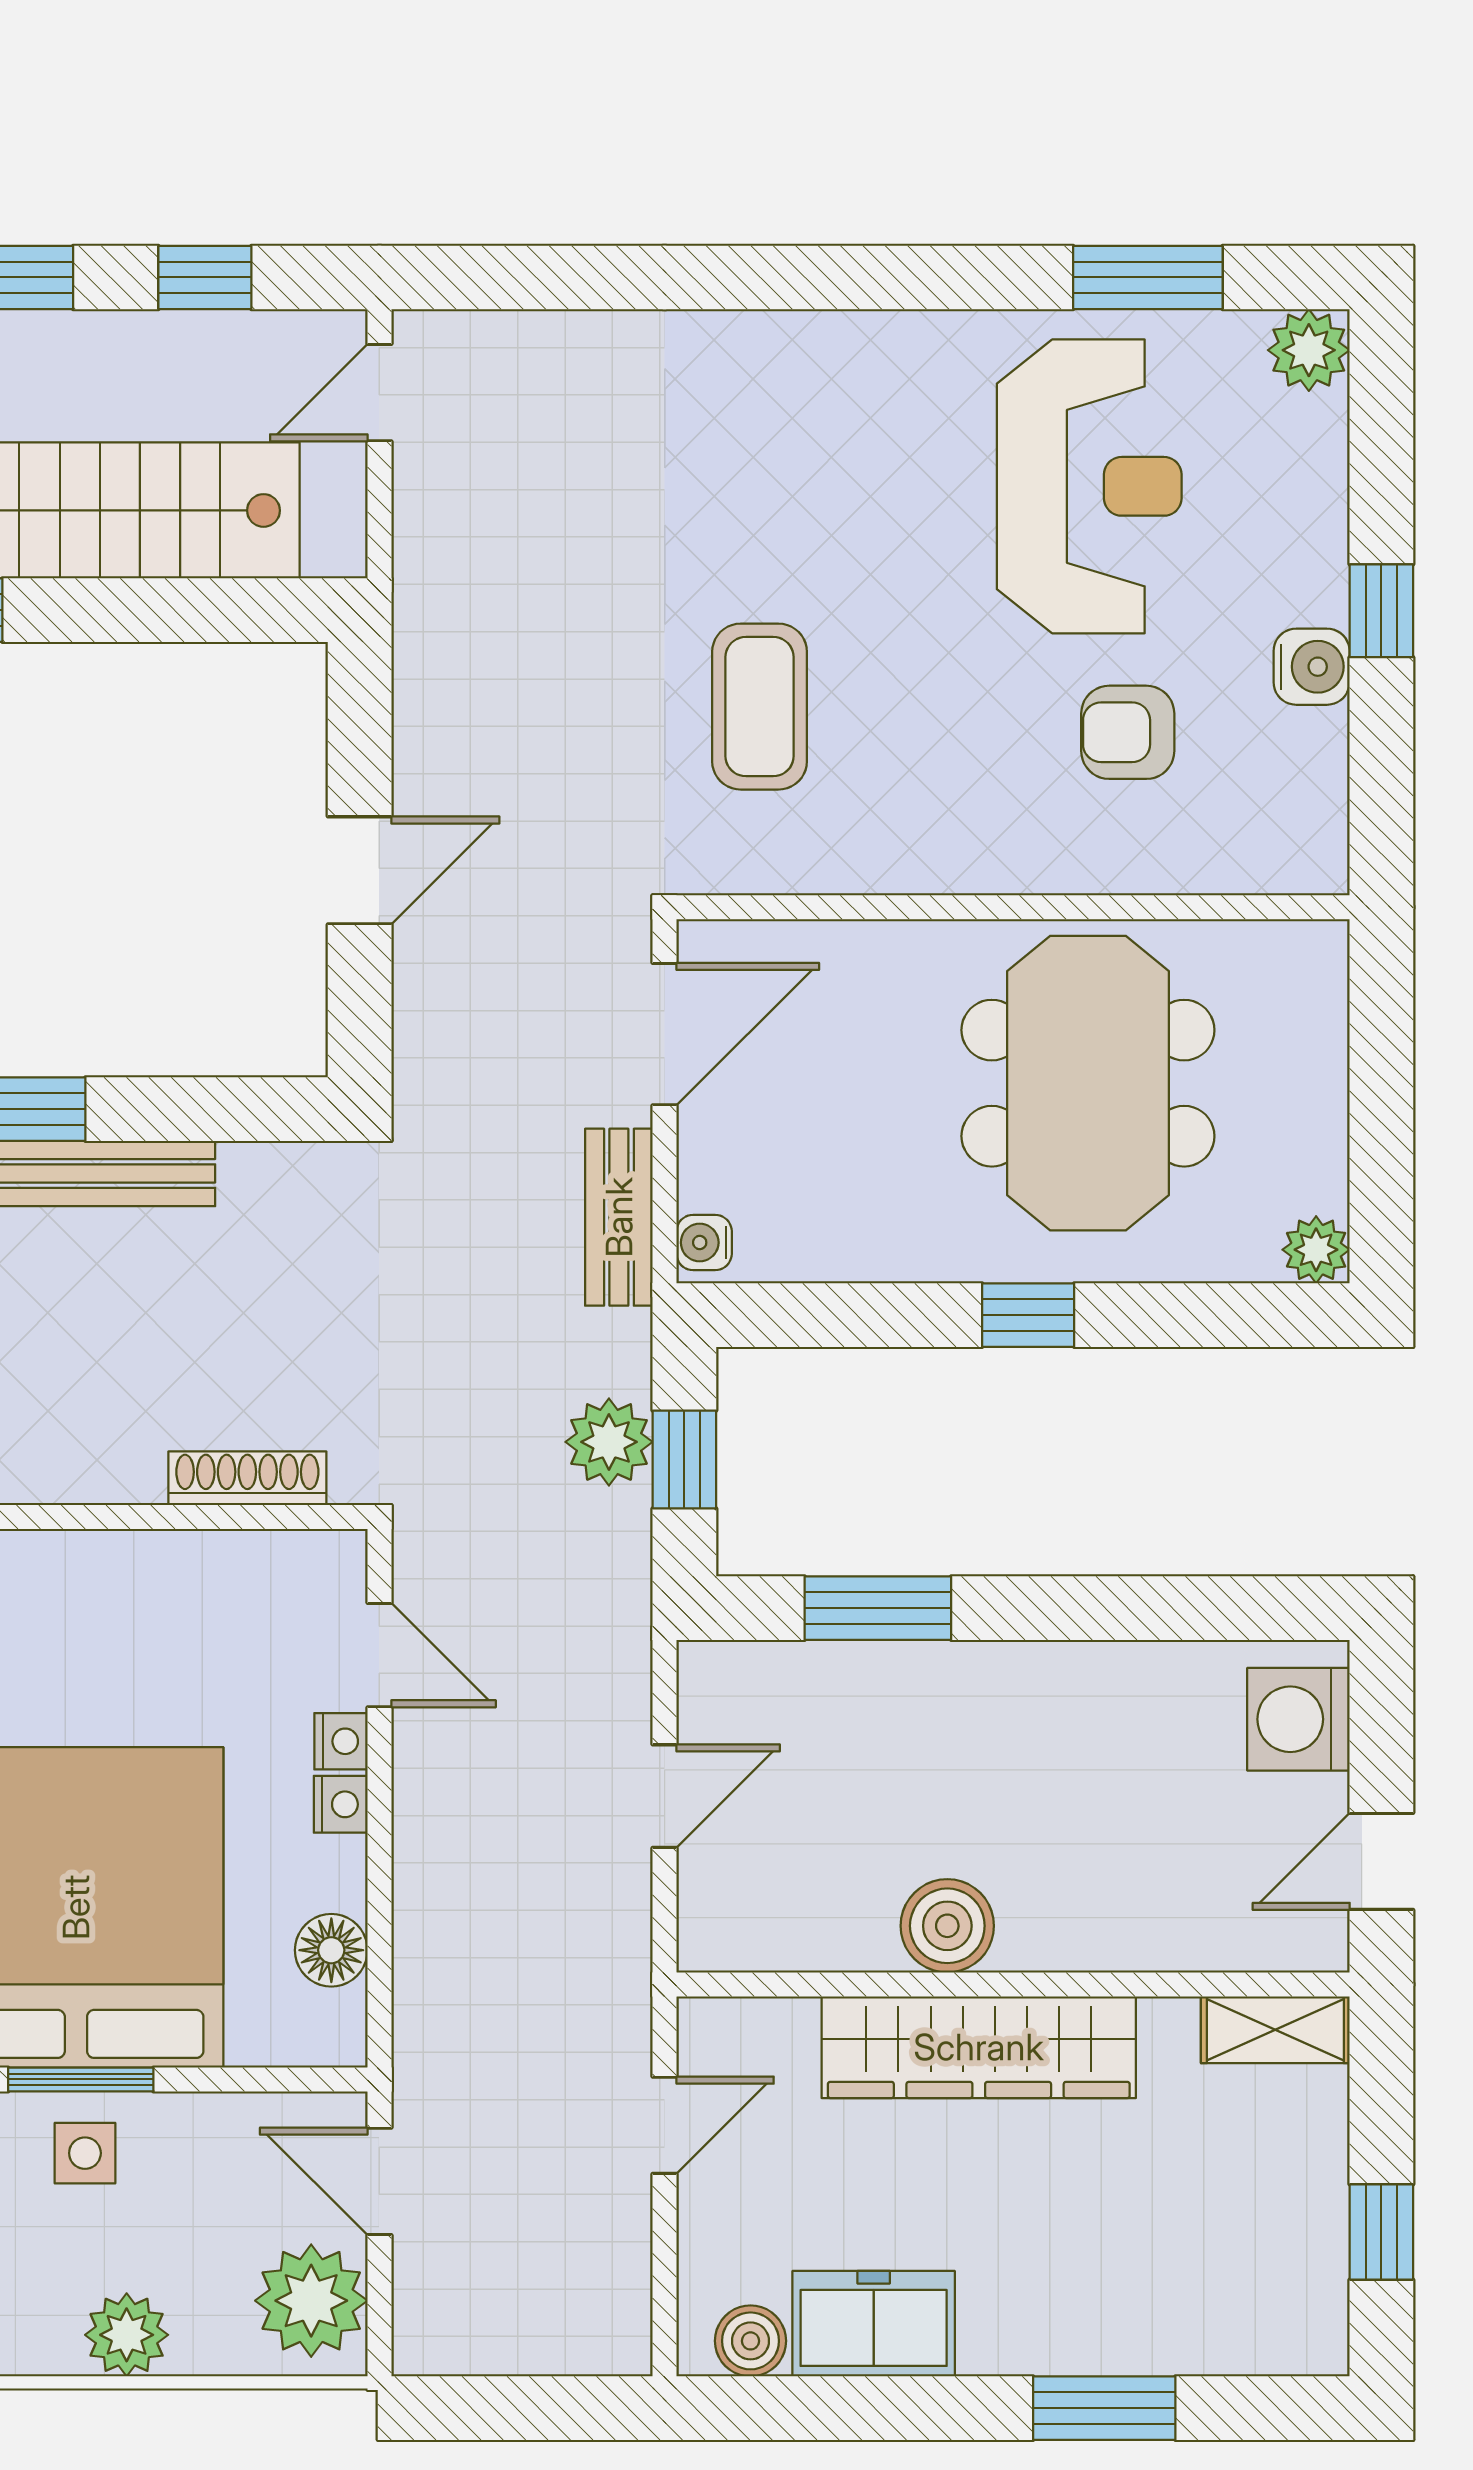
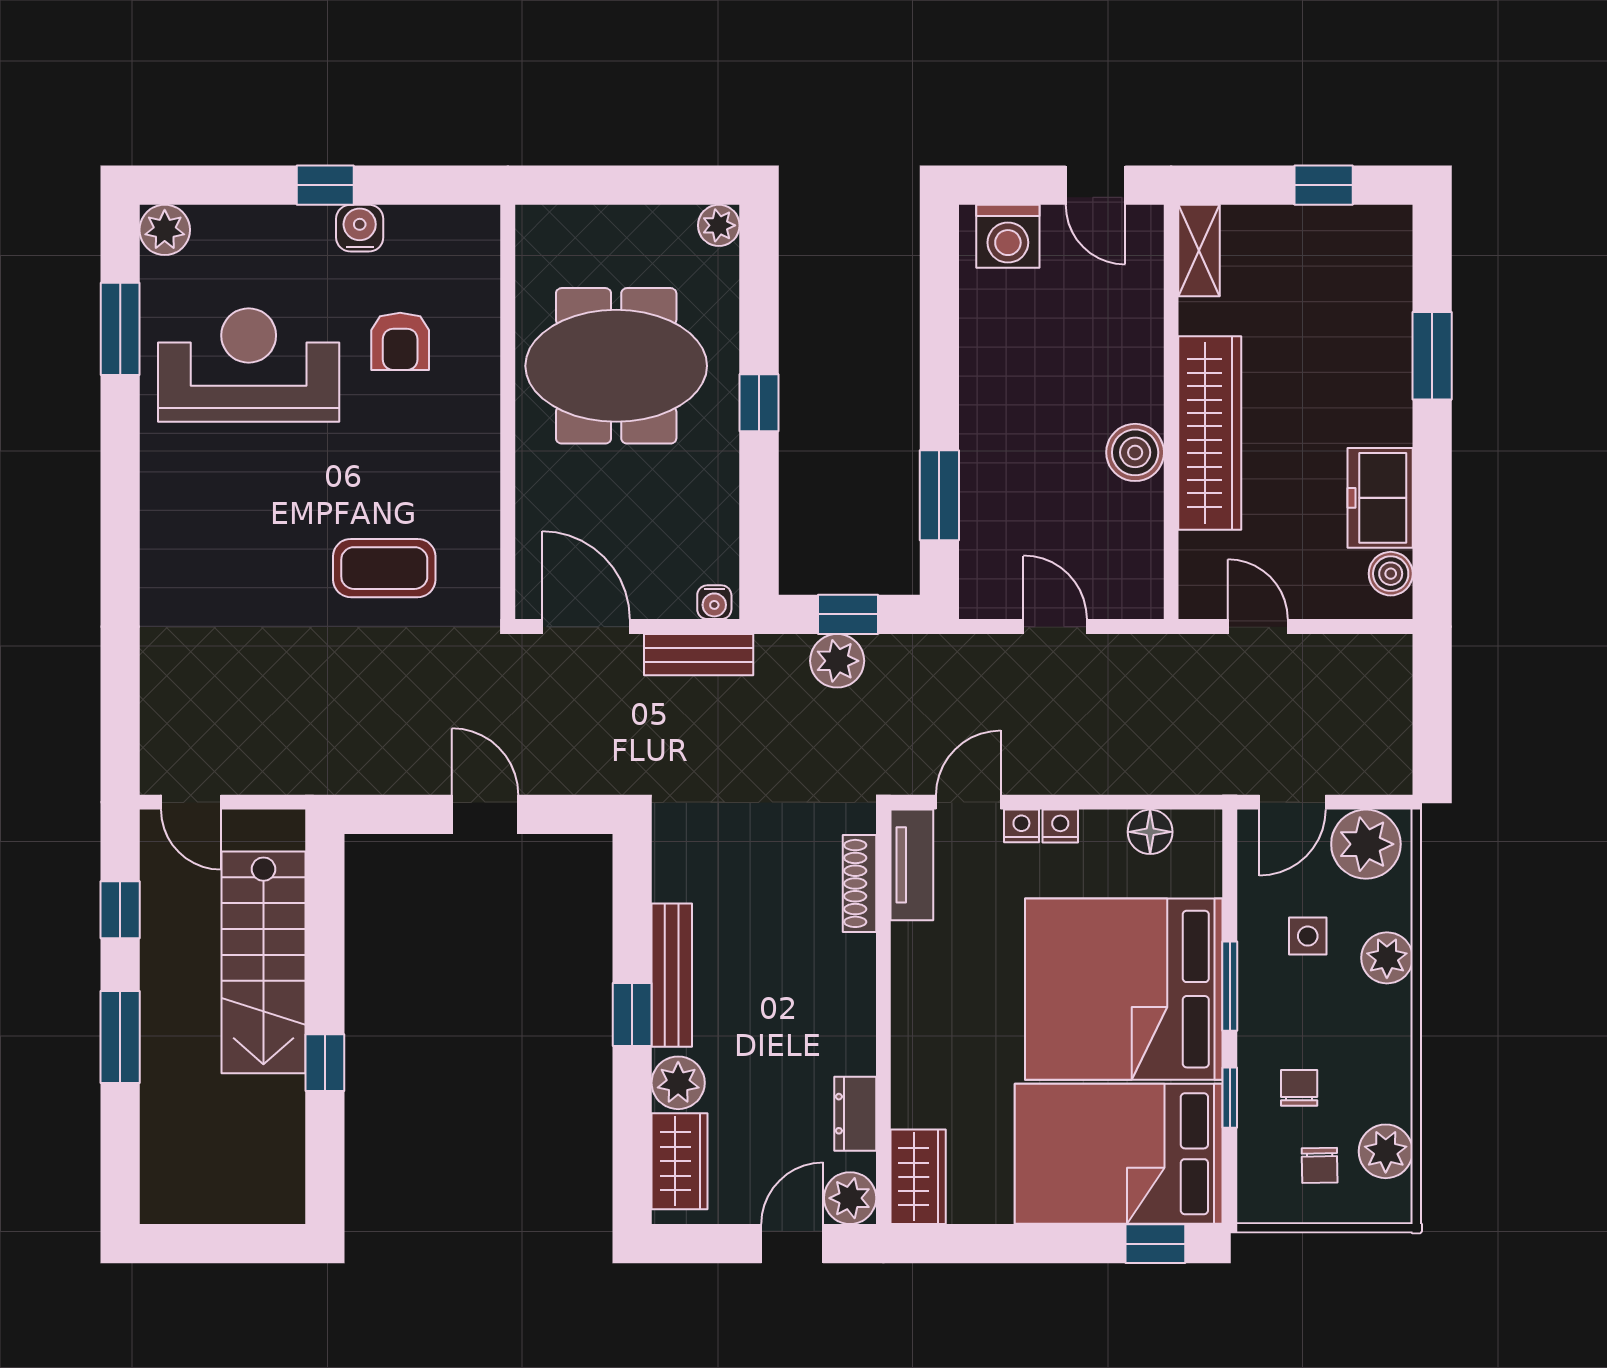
tv unit: (277, 1563) -> (912, 865), added
side table: (85, 2153) -> (1308, 936), moved

